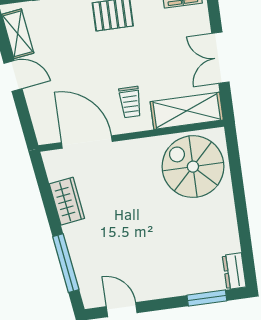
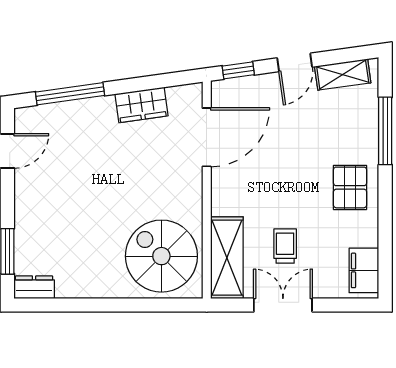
trolley: (130, 102) -> (285, 246), moved, turned 90
window: (26, 123) -> (238, 70), added
spiral stairs: (193, 167) -> (161, 256), turned -90

